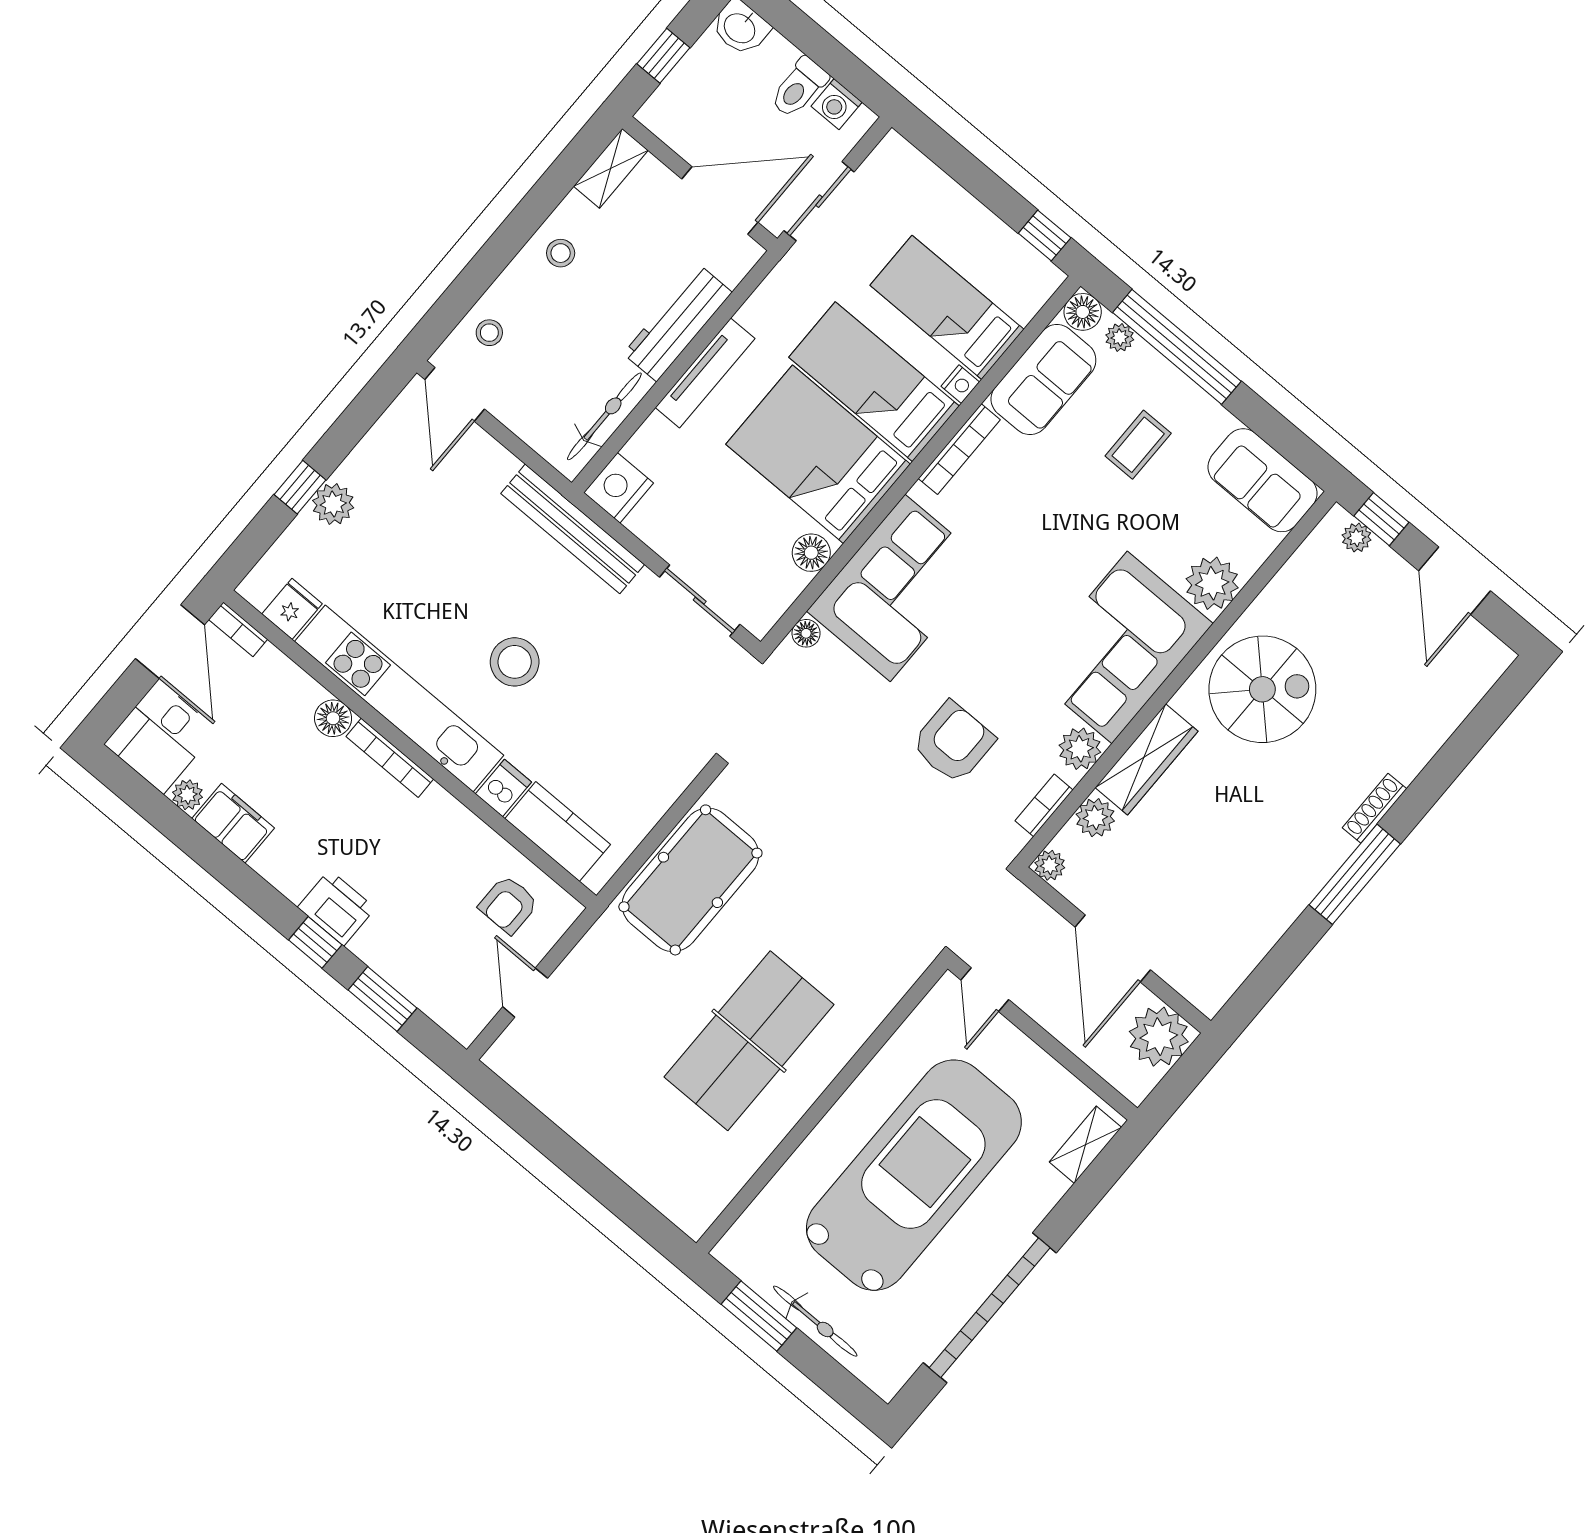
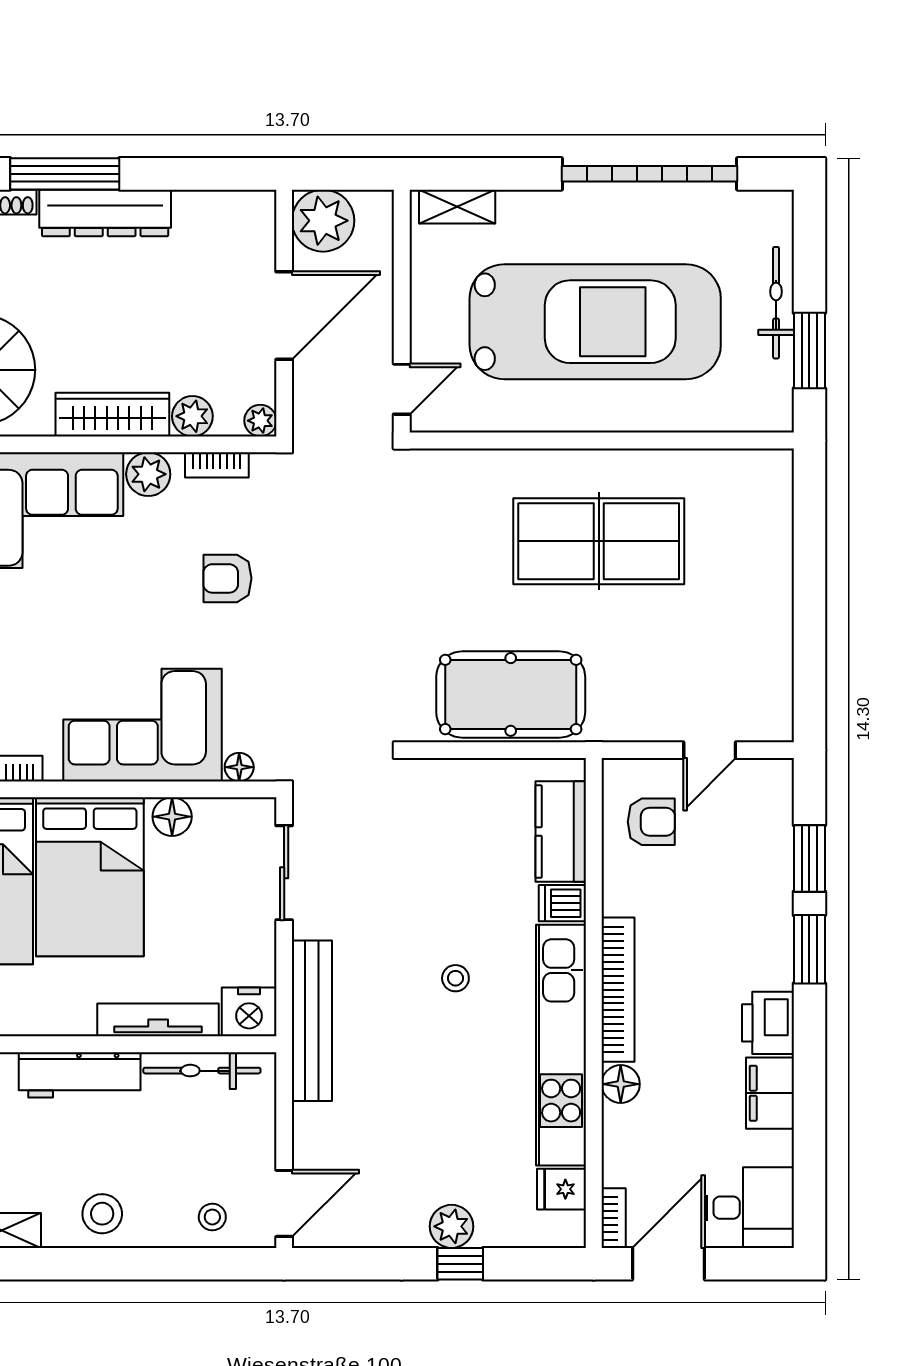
stool: (561, 253) -> (102, 1214), width x1.37, depth x1.37
tv unit: (705, 373) -> (158, 1020), moved
stool: (515, 662) -> (455, 978), width x0.53, depth x0.53
armchair: (953, 742) -> (227, 578), width x0.72, depth x0.72
bookcase: (390, 758) -> (618, 990), width x1.48, depth x1.31
plant: (188, 795) -> (778, 1148), removed
dresser: (1300, 880) -> (105, 213), added
printer: (337, 908) -> (768, 1023), moved
window: (315, 942) -> (809, 949), width x1.50
car: (914, 1175) -> (595, 322), turned 180

